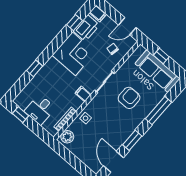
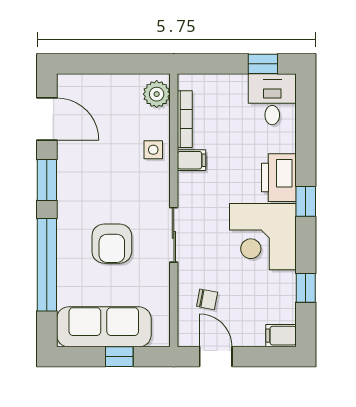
door: (127, 26) -> (216, 357), hinge flipped
printer: (86, 28) -> (279, 178), moved
window: (35, 68) -> (306, 201), moved
filing cabinet: (83, 94) -> (192, 160), moved
desk: (40, 110) -> (272, 99), moved
window: (158, 111) -> (47, 265), width x1.46

